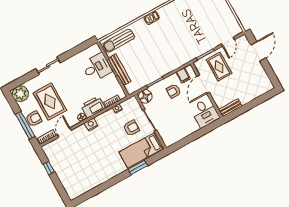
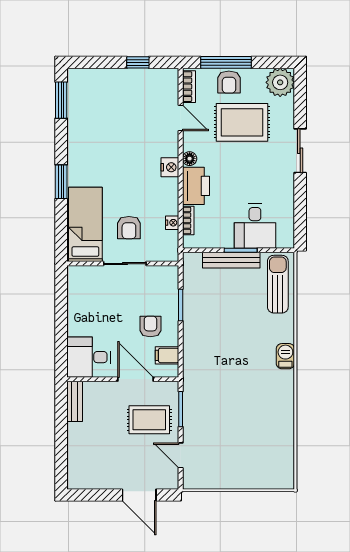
floor lamp: (145, 96) -> (167, 277), removed
window: (138, 168) -> (61, 182), moved
window: (88, 195) -> (61, 100), added

